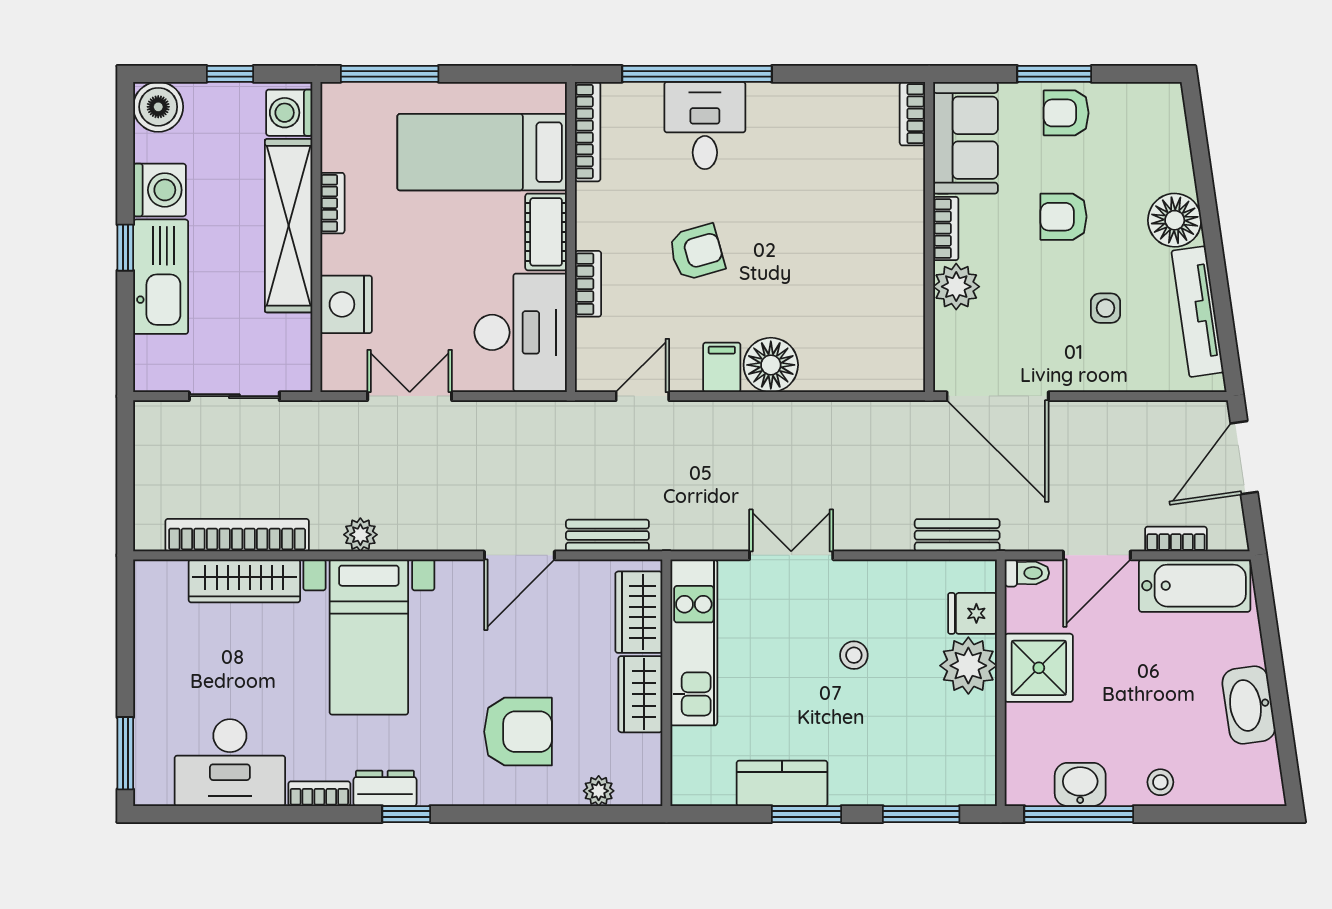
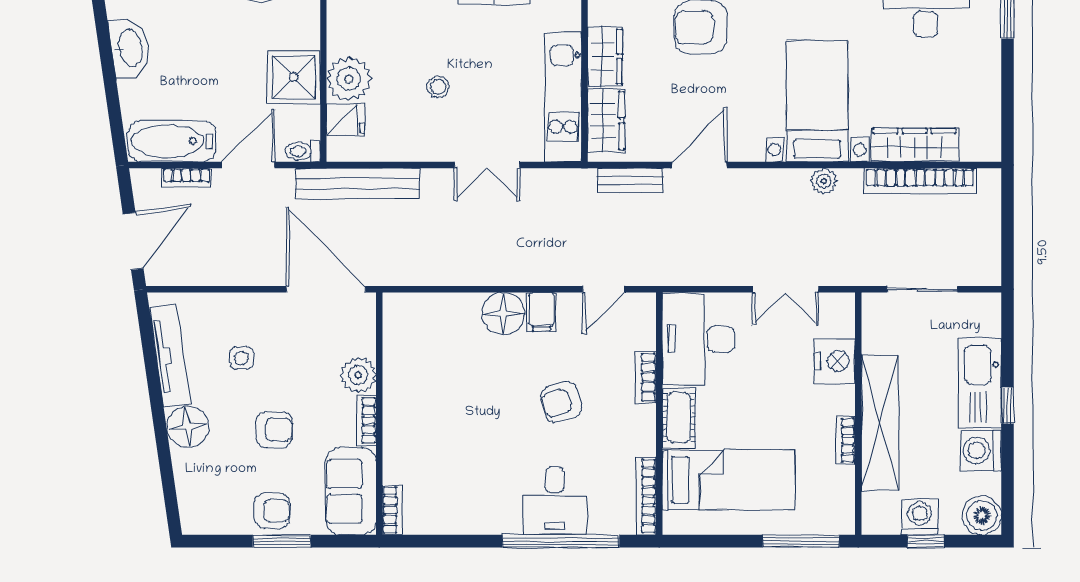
washing machine: (289, 113) -> (920, 517), moved, turned -90
bench: (957, 535) -> (357, 183), width x1.86, depth x1.21

